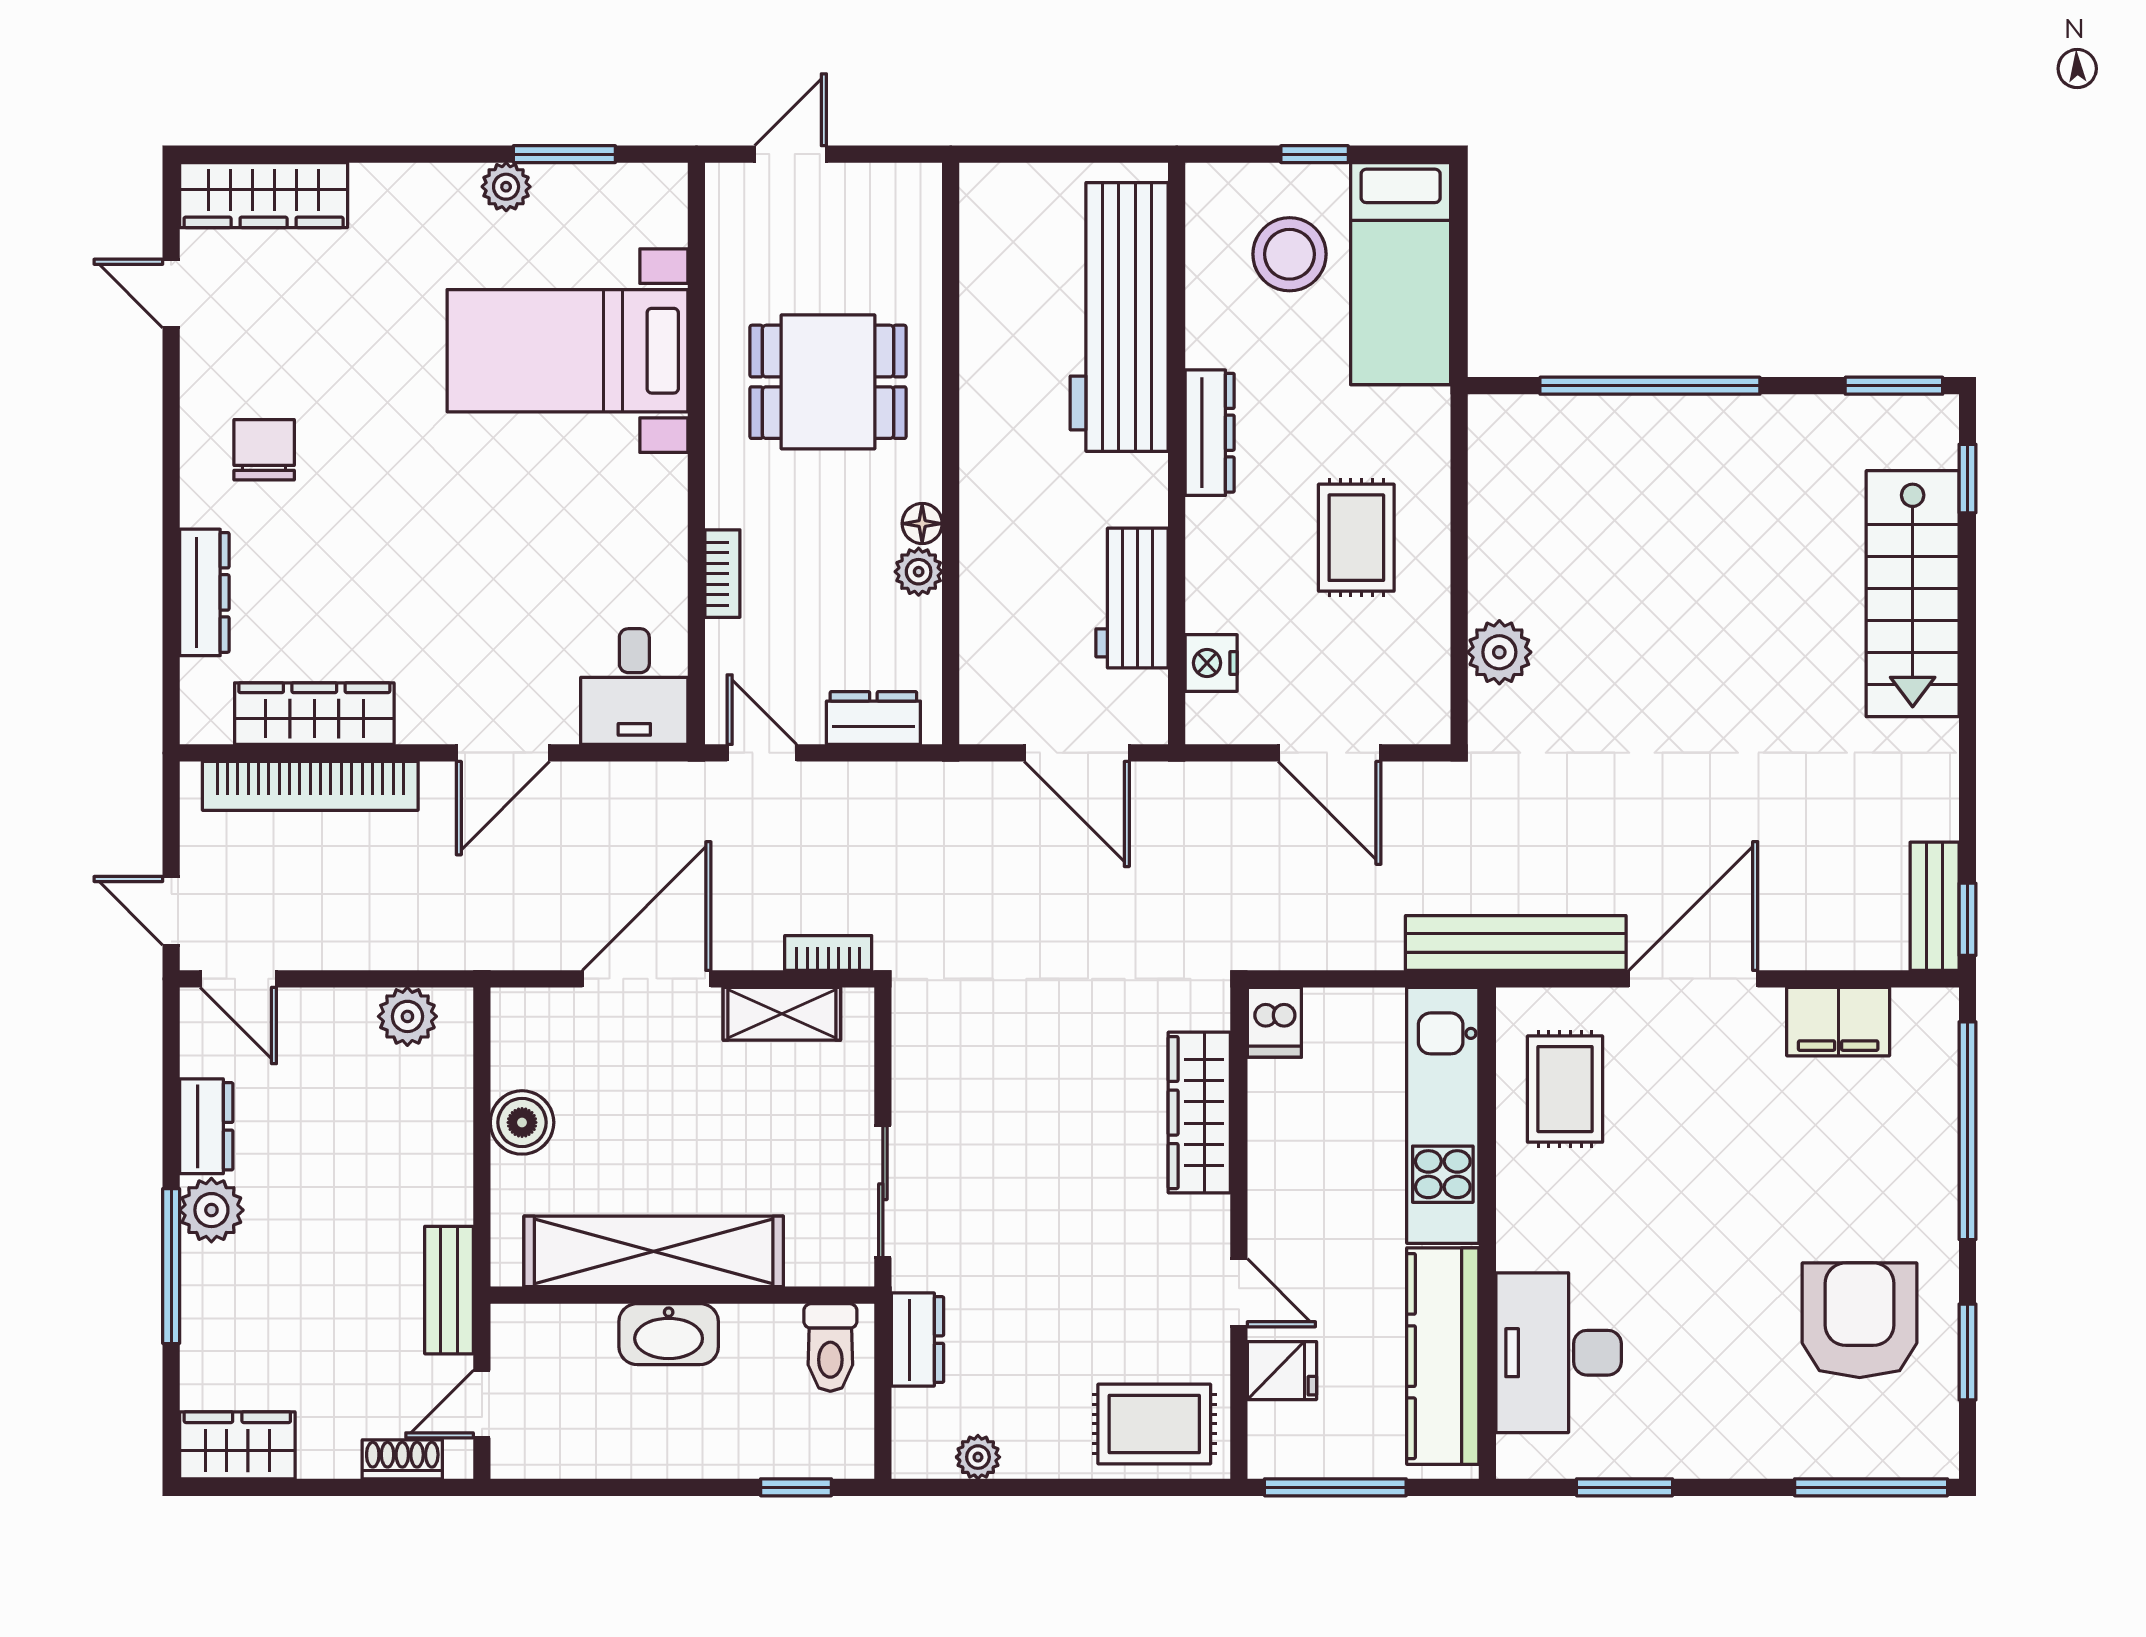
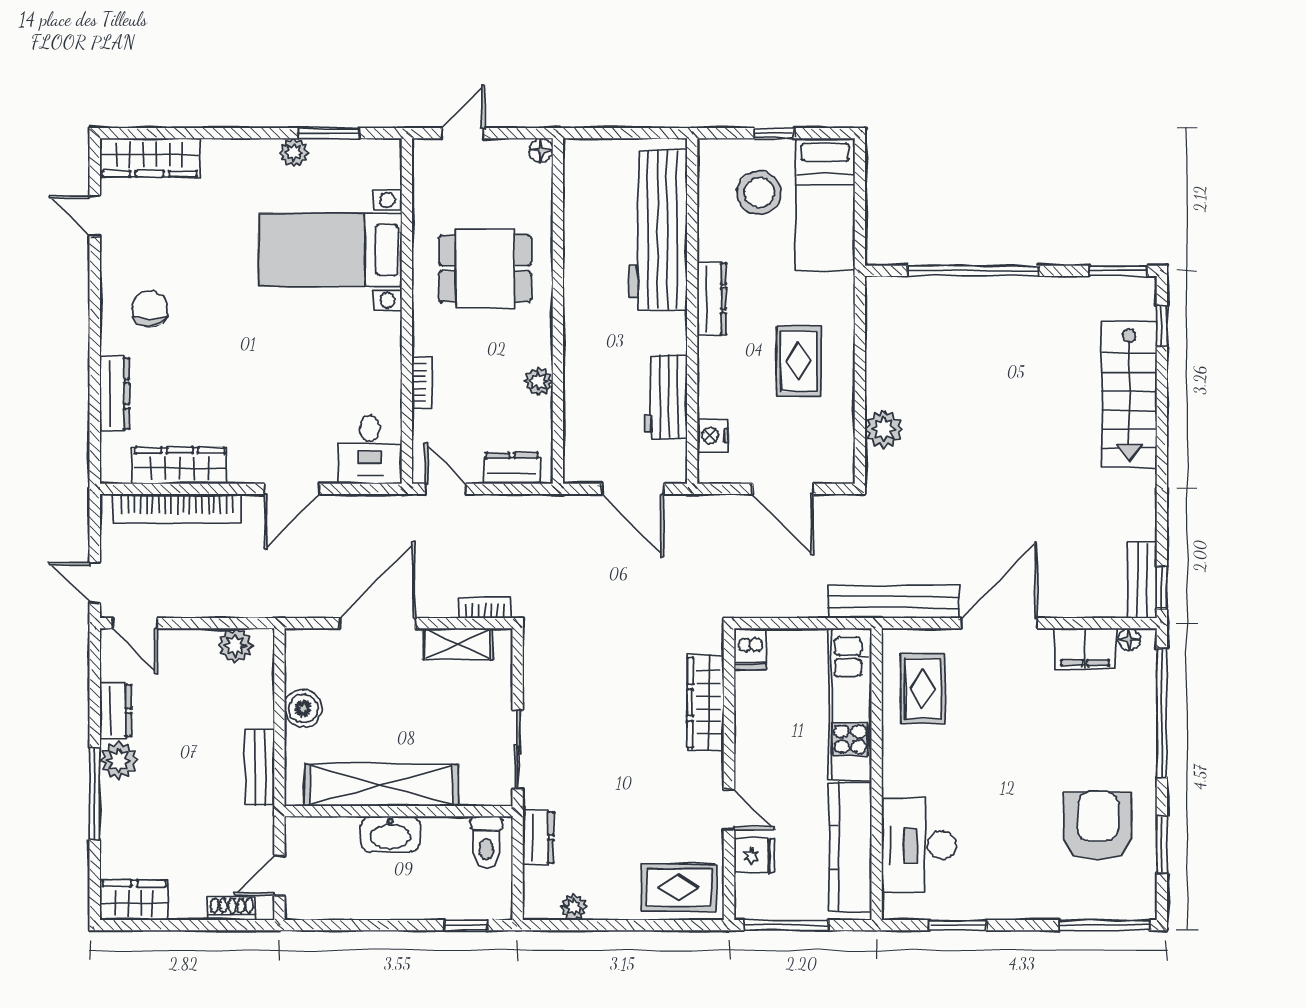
floor lamp: (922, 524) -> (541, 150), moved
floor lamp: (1913, 1006) -> (1129, 639), added
bench: (449, 1290) -> (260, 767), moved

